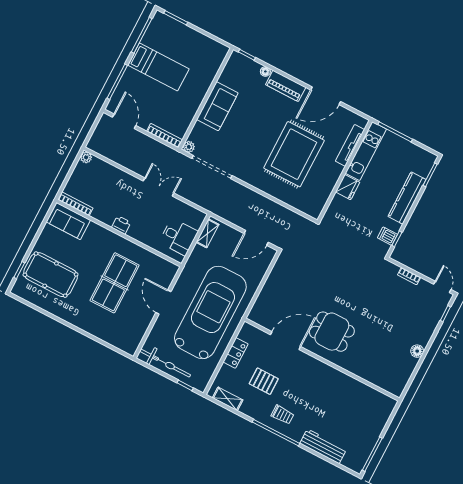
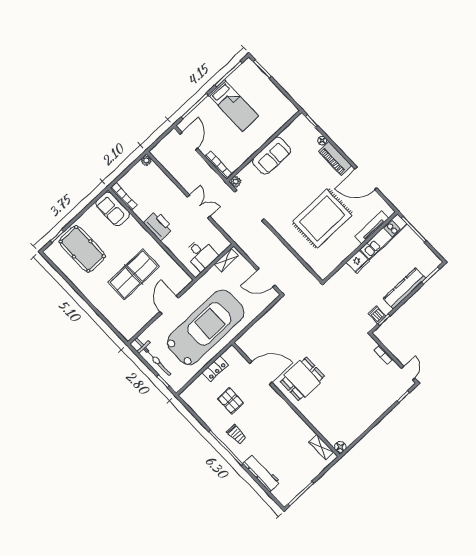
printer: (121, 225) -> (158, 226), width x1.87, depth x1.48
dining table: (332, 332) -> (302, 379), turned 90
floor lamp: (417, 351) -> (340, 447), moved
shelving: (228, 399) -> (321, 447), moved

